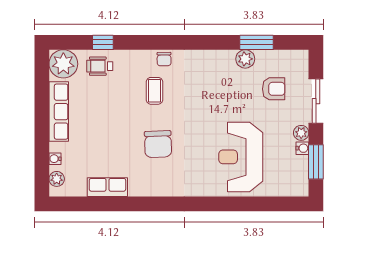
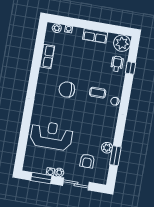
row of seats: (59, 112) -> (95, 36), width x0.68

